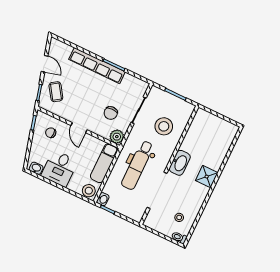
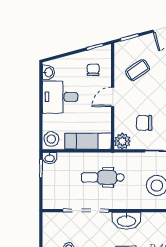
coffee table: (56, 92) -> (138, 70), moved
dental chair: (137, 165) -> (103, 177), width x0.73, depth x0.72

